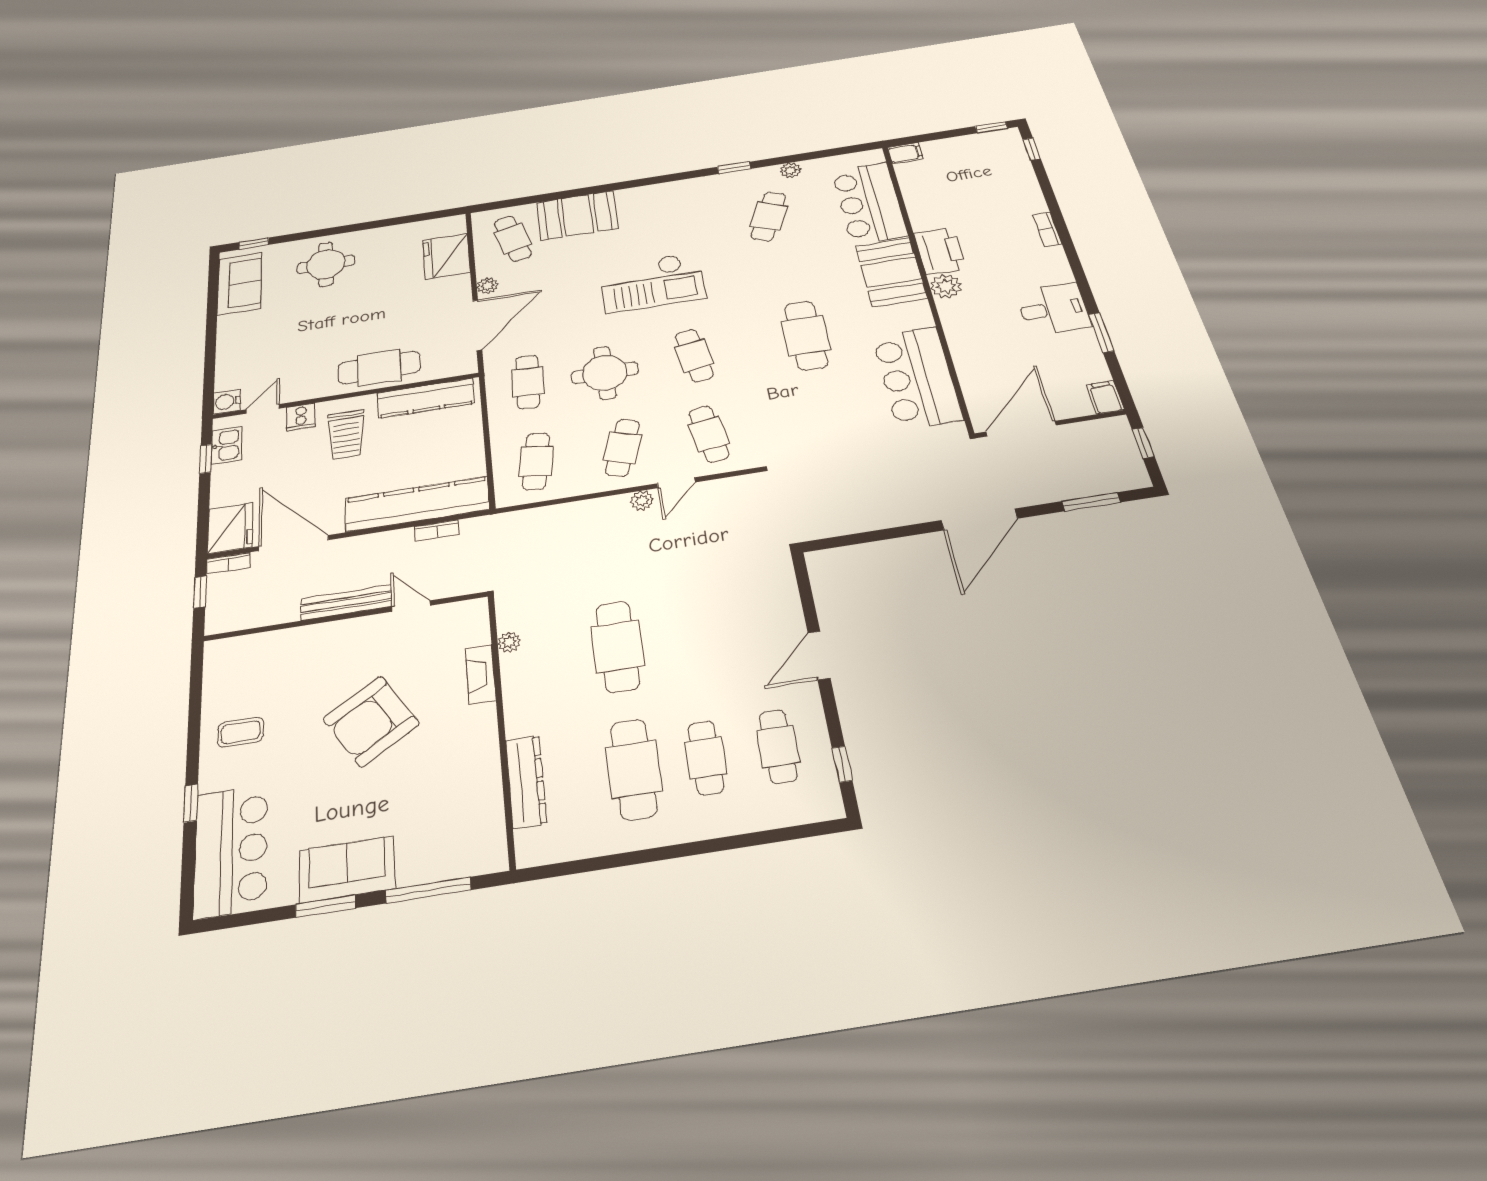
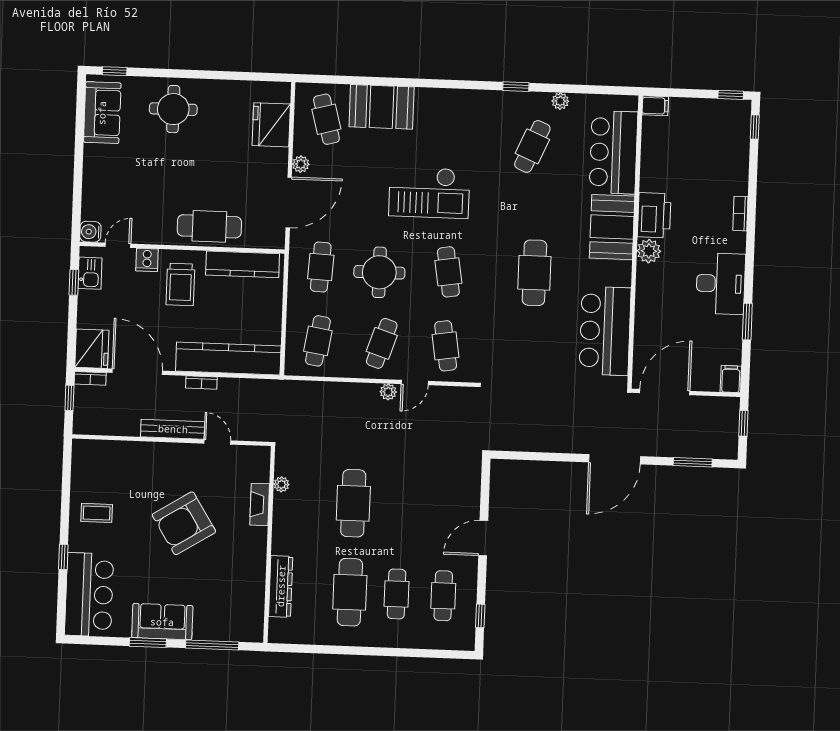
desk: (1053, 309) -> (721, 284), width x1.37
bookcase: (437, 530) -> (201, 383), moved

